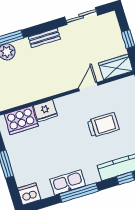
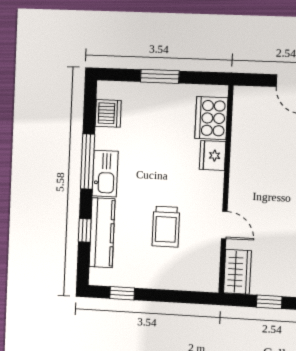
kitchen sink: (68, 182) -> (105, 174), moved
dishwasher: (29, 194) -> (108, 113), moved

